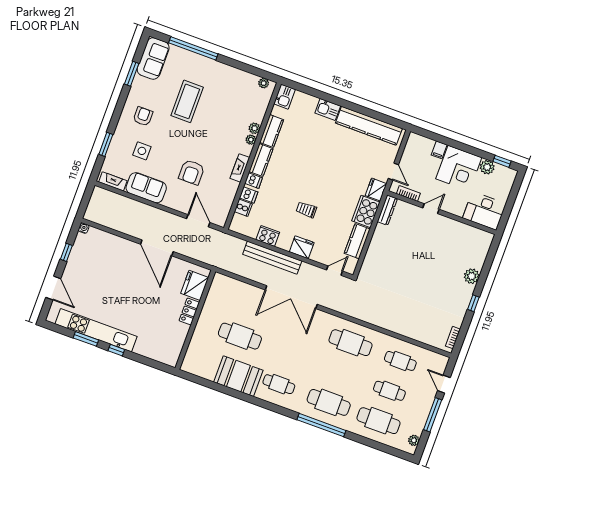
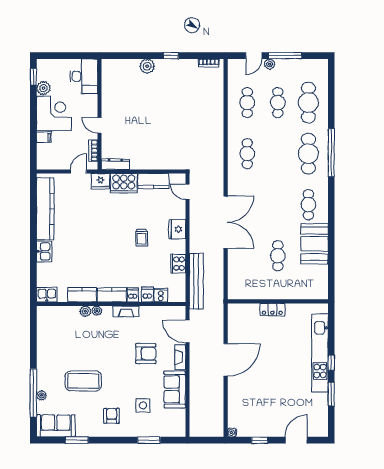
plant: (264, 83) -> (42, 395), moved
armchair: (143, 116) -> (111, 416), turned 90
fireplace: (113, 181) -> (180, 357), moved
door: (198, 221) -> (187, 332), hinge flipped
bench: (272, 258) -> (196, 281), moved
fridge: (195, 285) -> (247, 313), removed
kitchen unit: (96, 330) -> (320, 353), moved
cafe table: (240, 336) -> (278, 256), width x0.73, depth x0.74
cafe table: (351, 343) -> (247, 154), width x0.73, depth x0.74
plant: (414, 440) -> (270, 64), moved

